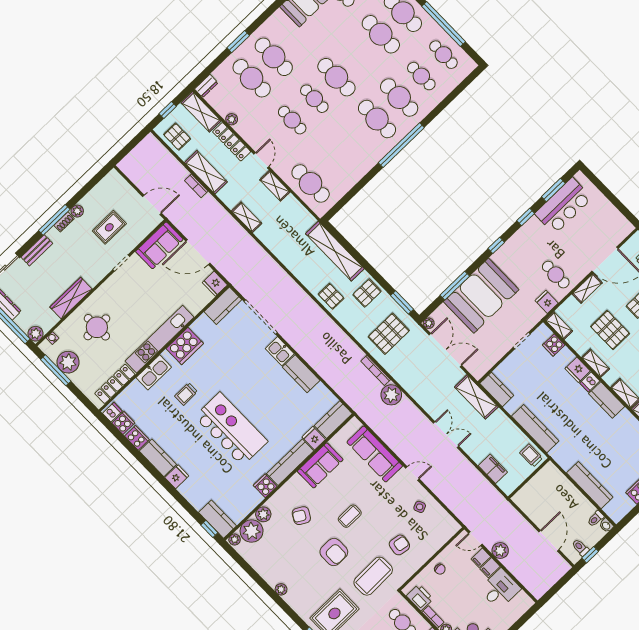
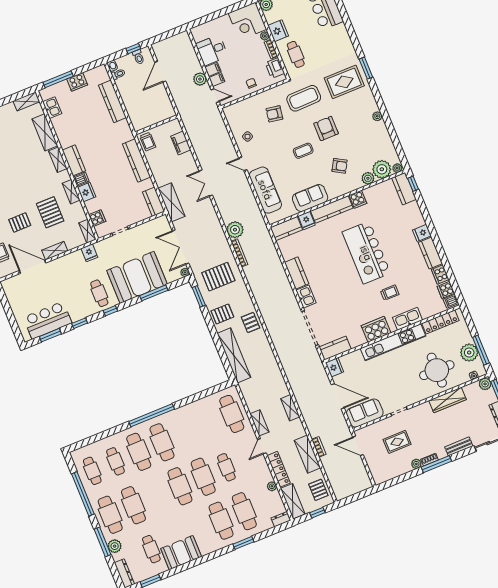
cafe table: (314, 99) -> (203, 477), width x1.37, depth x1.35
cafe table: (556, 275) -> (99, 293), moved
round table: (97, 327) -> (437, 370), width x1.36, depth x1.36

